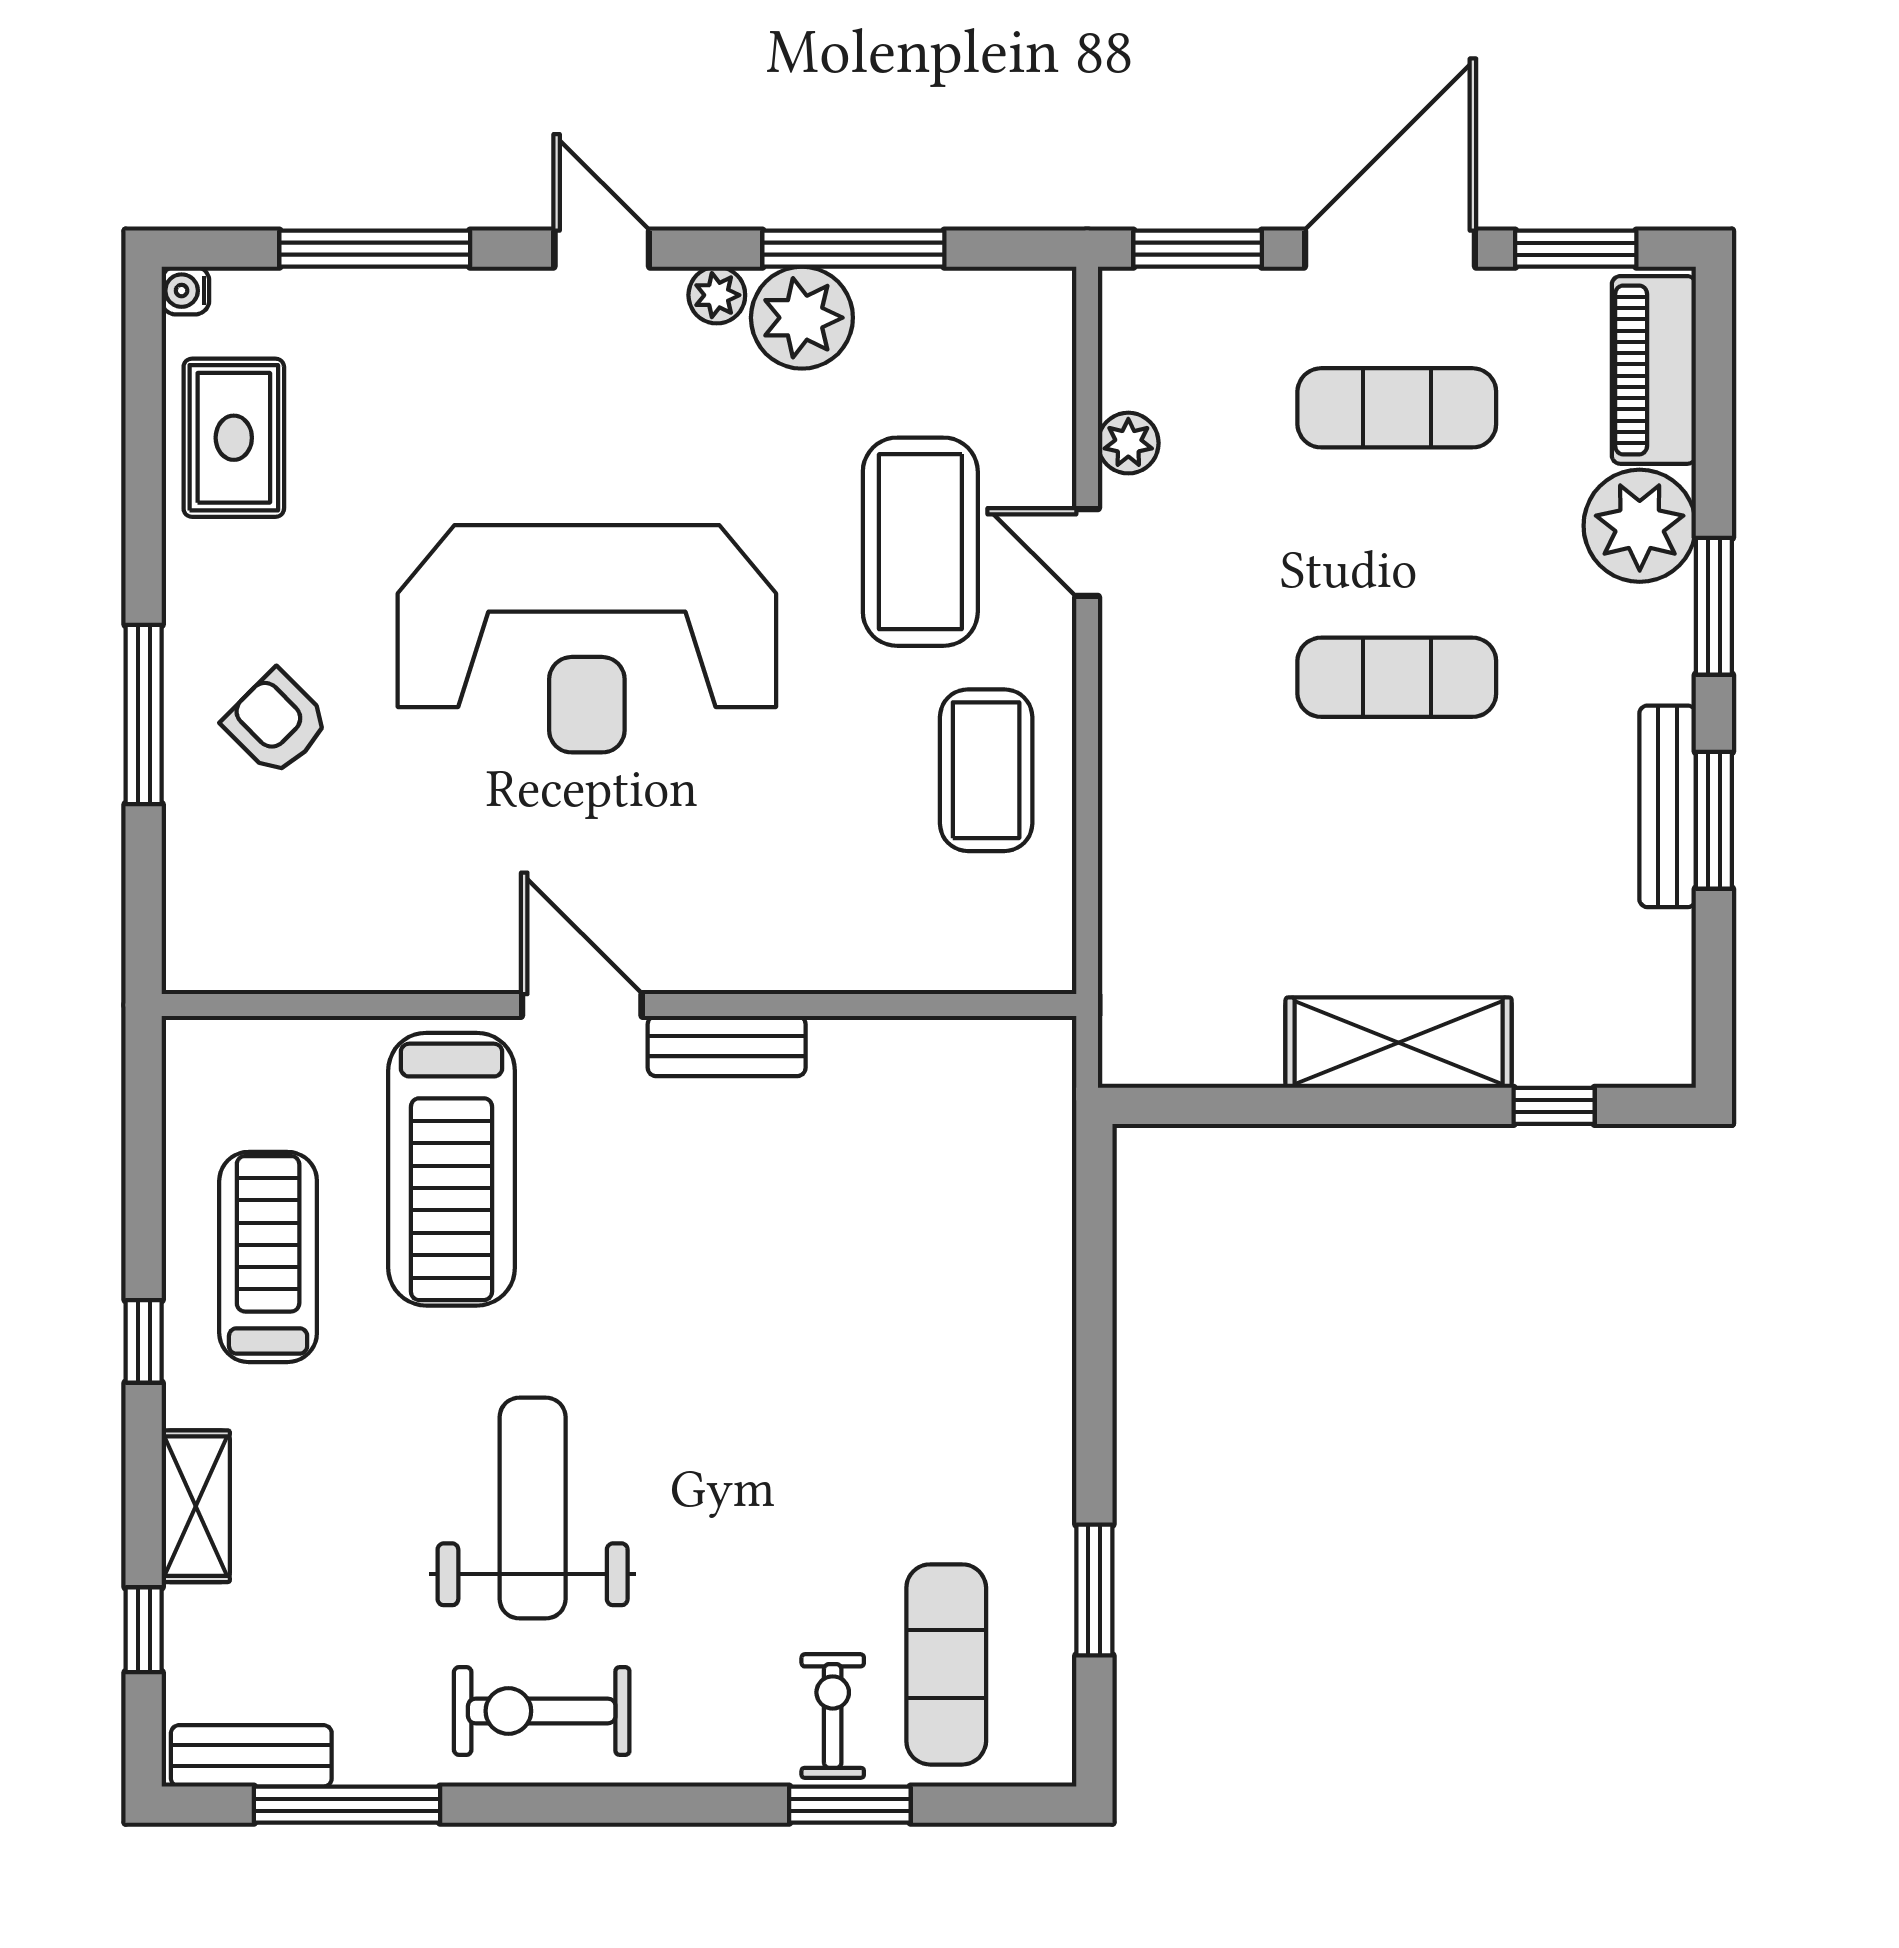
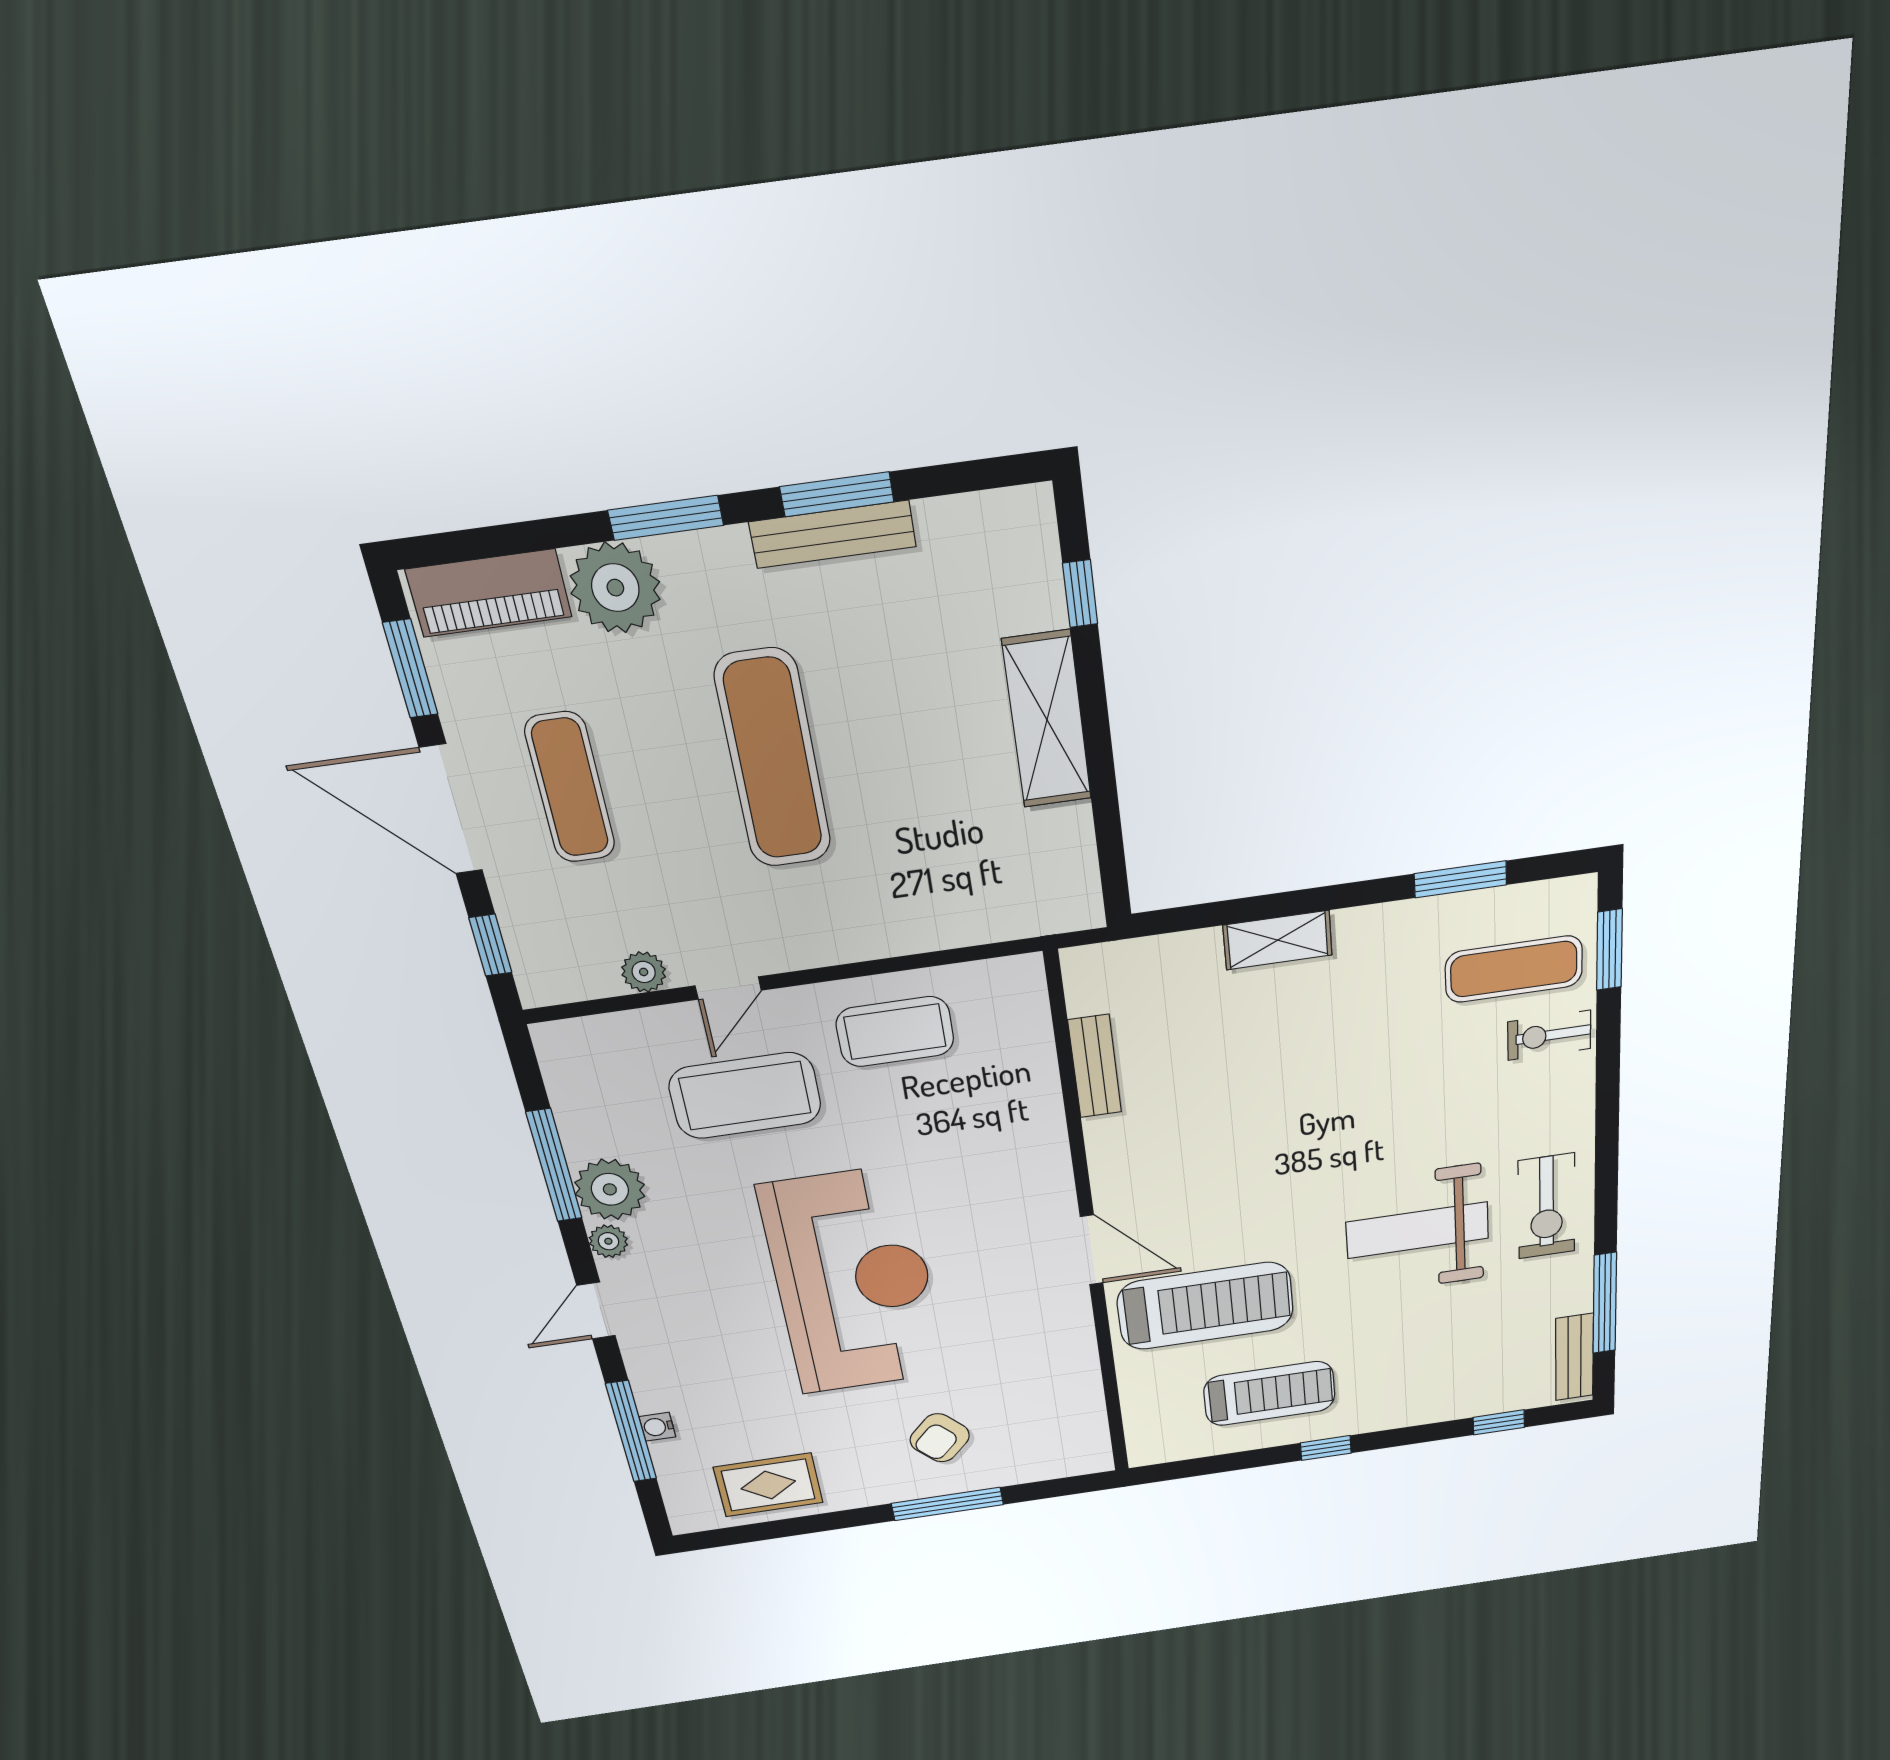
window: (1198, 249) -> (490, 945), width x0.67
water cooler: (185, 291) -> (657, 1427), moved, turned 90
exercise mat: (1397, 677) -> (773, 759), width x1.36, depth x1.45
door: (582, 1005) -> (1092, 1250), swing flipped
bench: (727, 1046) -> (1095, 1066), moved
treadmill: (268, 1257) -> (1269, 1394), turned 180
shelving: (196, 1506) -> (1278, 940), moved
window: (850, 1805) -> (1609, 950), moved

